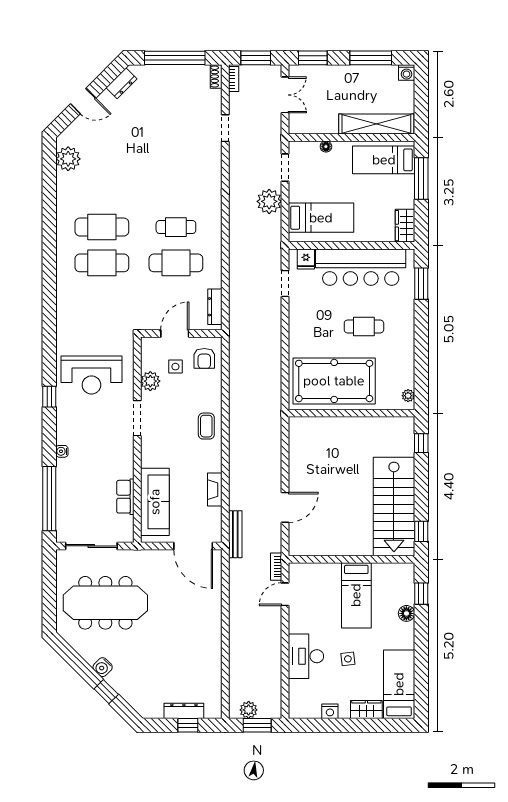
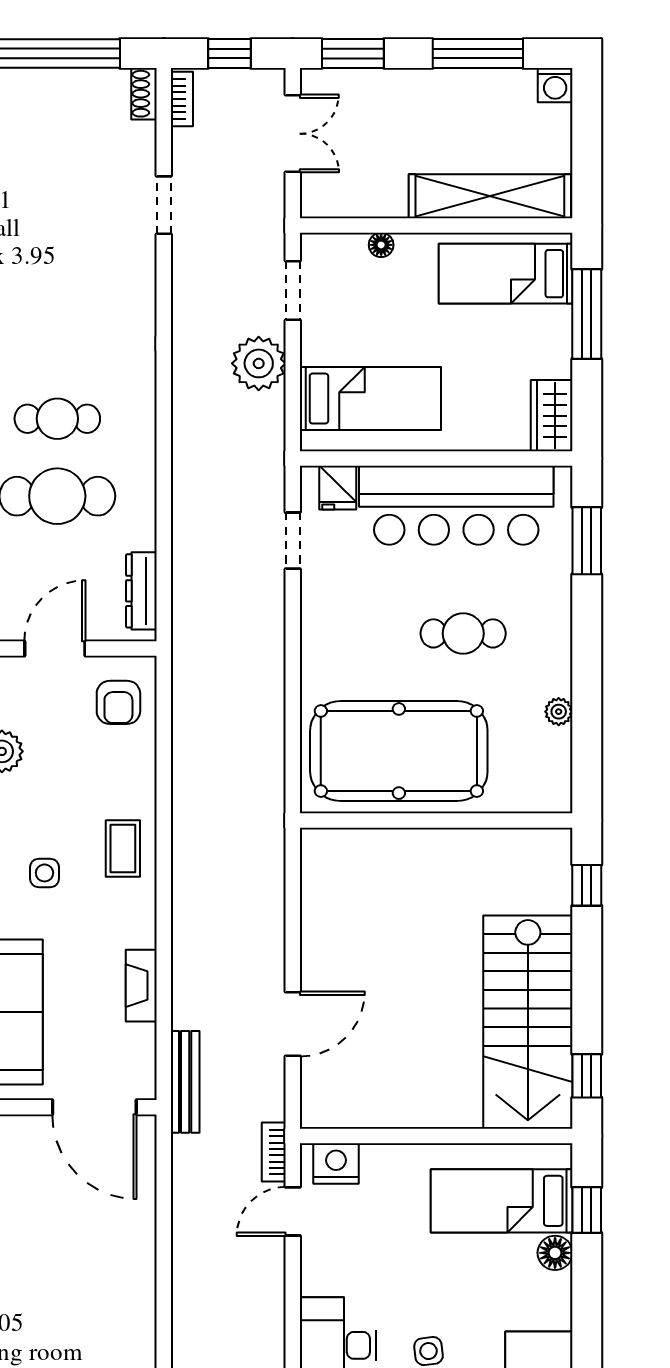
window: (256, 58) -> (230, 53), width x0.67
side table: (175, 367) -> (44, 873), moved
plant: (408, 396) -> (559, 712), moved
nightstand: (305, 572) -> (336, 1163), added
bed: (356, 595) -> (502, 1201), moved, turned 90

